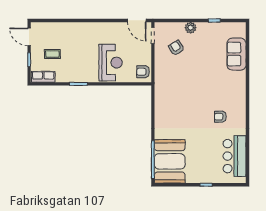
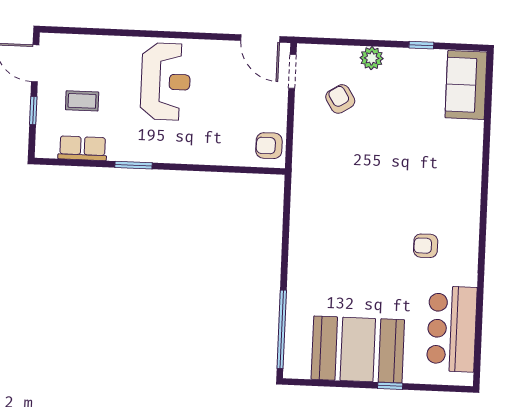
sofa: (236, 54) -> (466, 85), moved
reception desk: (111, 63) -> (166, 82), moved
row of seats: (43, 77) -> (82, 148), moved
booth: (170, 161) -> (358, 349), moved, turned 90

